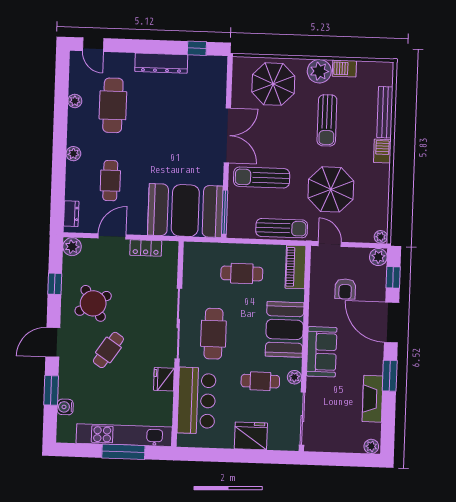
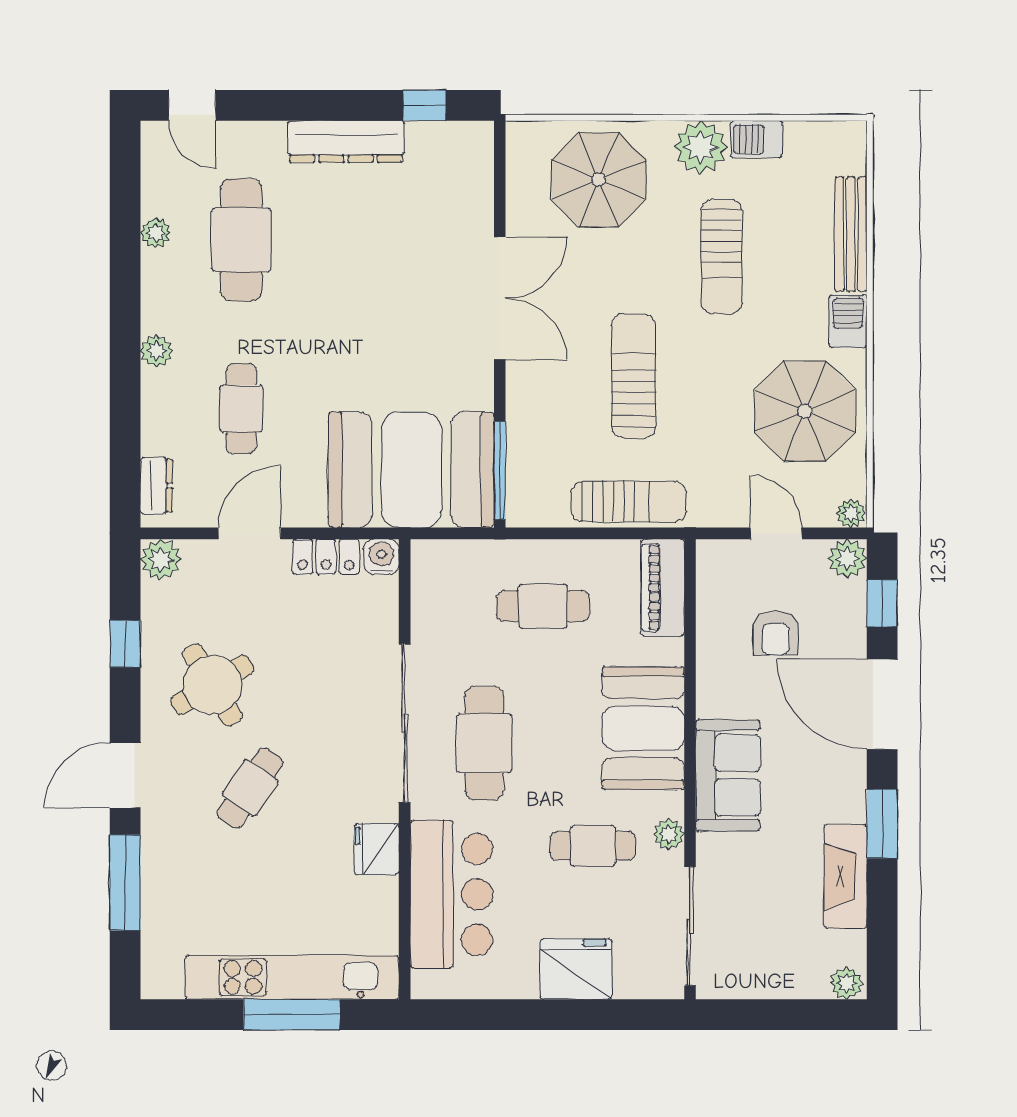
sun lounger: (262, 177) -> (633, 376), moved, turned 90
parasol: (331, 189) -> (805, 411), moved
door: (330, 244) -> (776, 533), moved
window: (51, 390) -> (125, 883), width x1.44
water cooler: (65, 407) -> (381, 557), moved, turned 90

